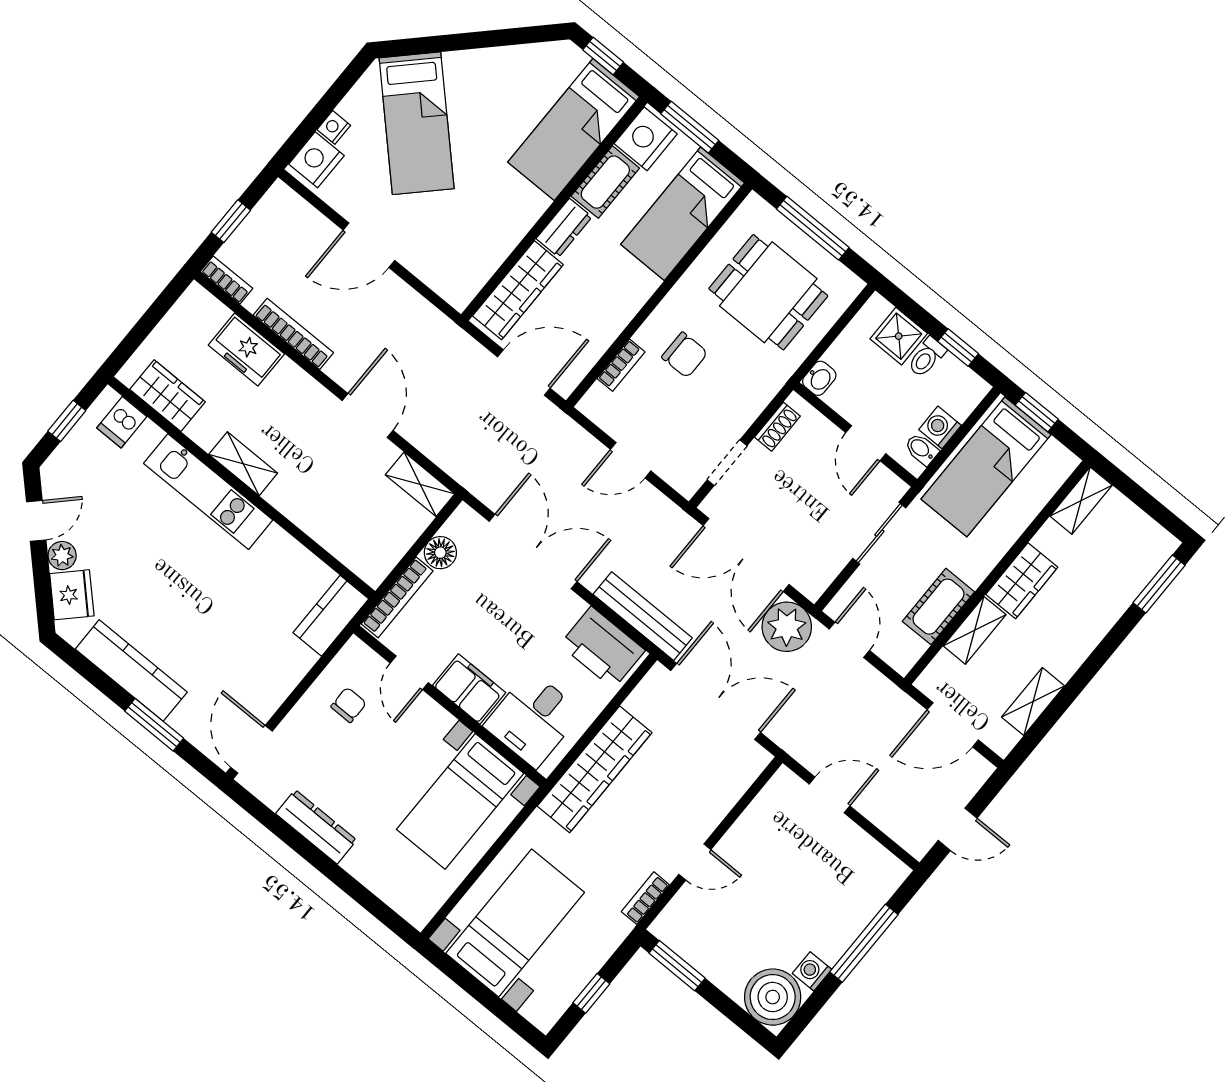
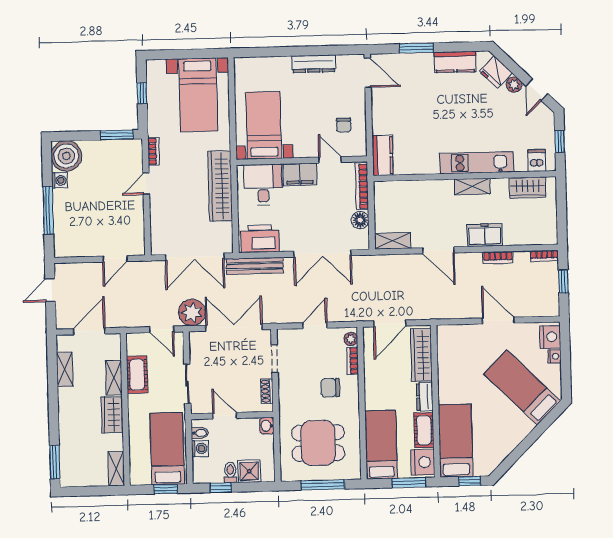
door: (369, 245) -> (498, 321), hinge flipped
bookcase: (293, 334) -> (498, 257), width x0.64
freezer: (246, 350) -> (485, 235), moved
plant: (597, 398) -> (351, 339), added
kitchen counter: (131, 671) -> (455, 62), width x0.67

